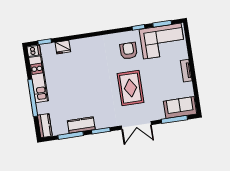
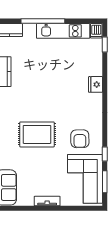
fridge: (63, 47) -> (96, 84), moved
armchair: (129, 51) -> (80, 139), turned 89

